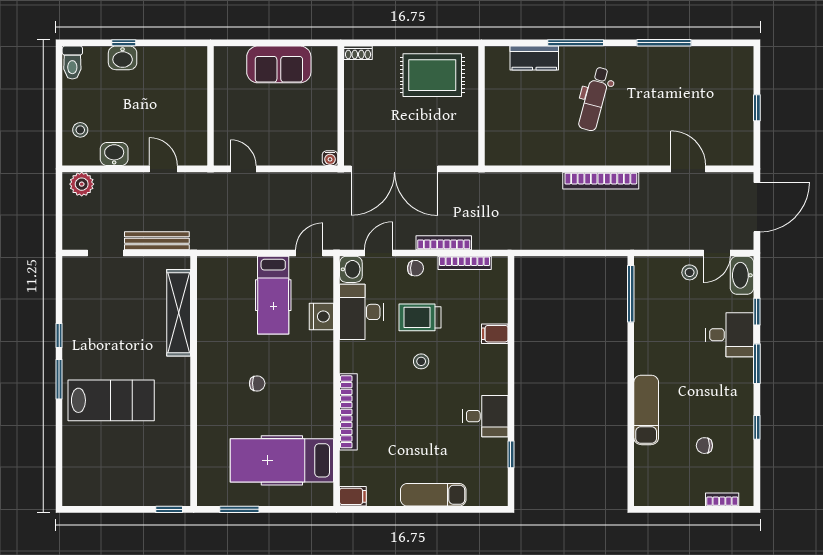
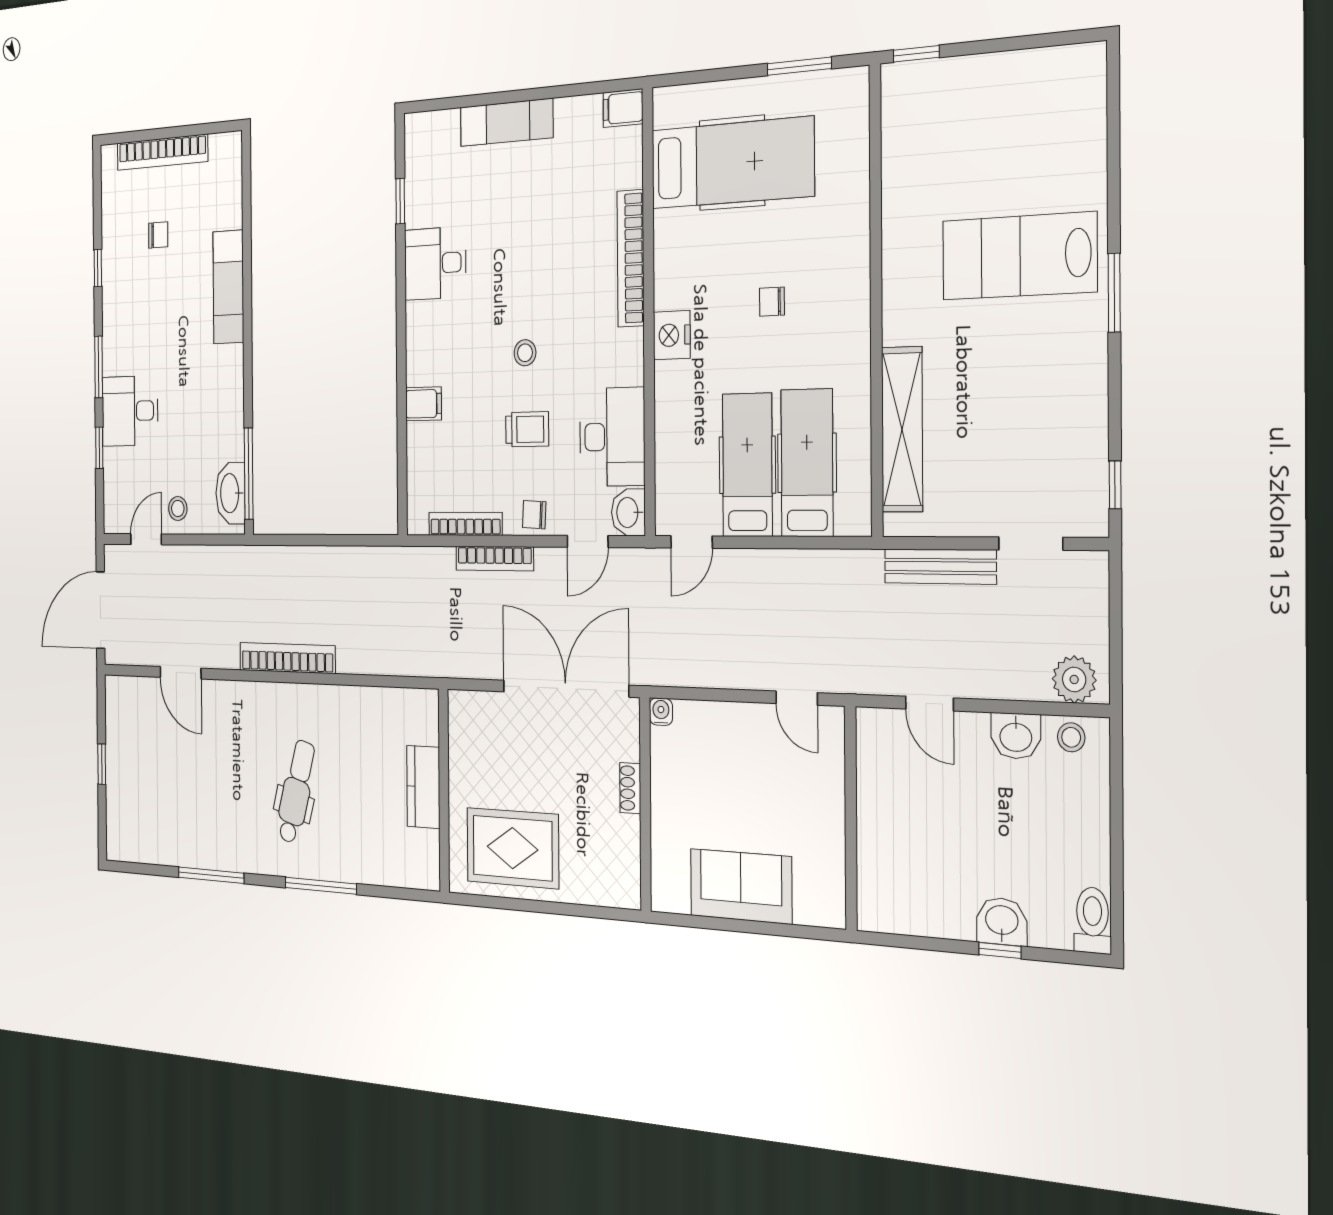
shoe rack: (358, 53) -> (630, 788), moved, turned -90
kitchen counter: (534, 58) -> (423, 787), moved, turned -90
stool: (80, 130) -> (1071, 737), moved
washbasin: (742, 275) -> (230, 493), moved, turned 180
hospital bed: (236, 296) -> (807, 463), added
nightstand: (321, 317) -> (672, 335), moved
trolley: (420, 317) -> (527, 429), width x0.73, depth x0.72
window: (59, 335) -> (1115, 485), moved
bookcase: (722, 500) -> (162, 152), width x2.31, depth x1.31

